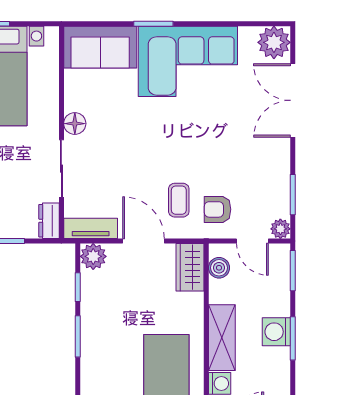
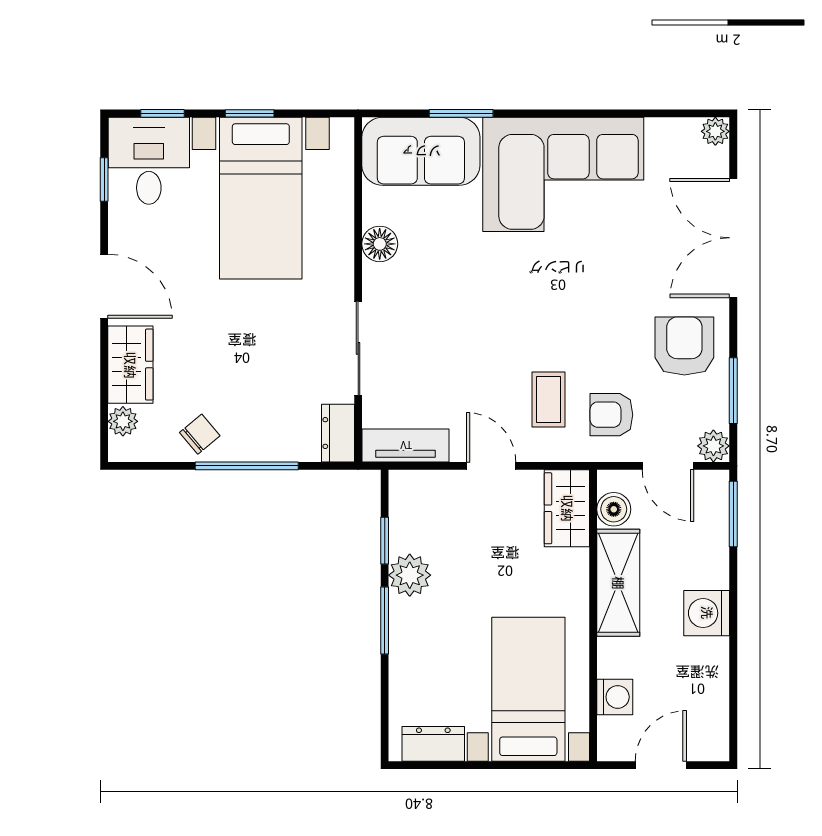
window: (153, 24) -> (461, 113), moved
plant: (274, 42) -> (715, 131), width x0.53, depth x0.53
floor lamp: (75, 124) -> (380, 244), moved
armchair: (263, 167) -> (684, 346), added
door: (143, 241) -> (491, 466), width x0.73
plant: (93, 256) -> (410, 575), moved
shelving: (222, 338) -> (618, 583), moved
window: (293, 338) -> (733, 624), removed

